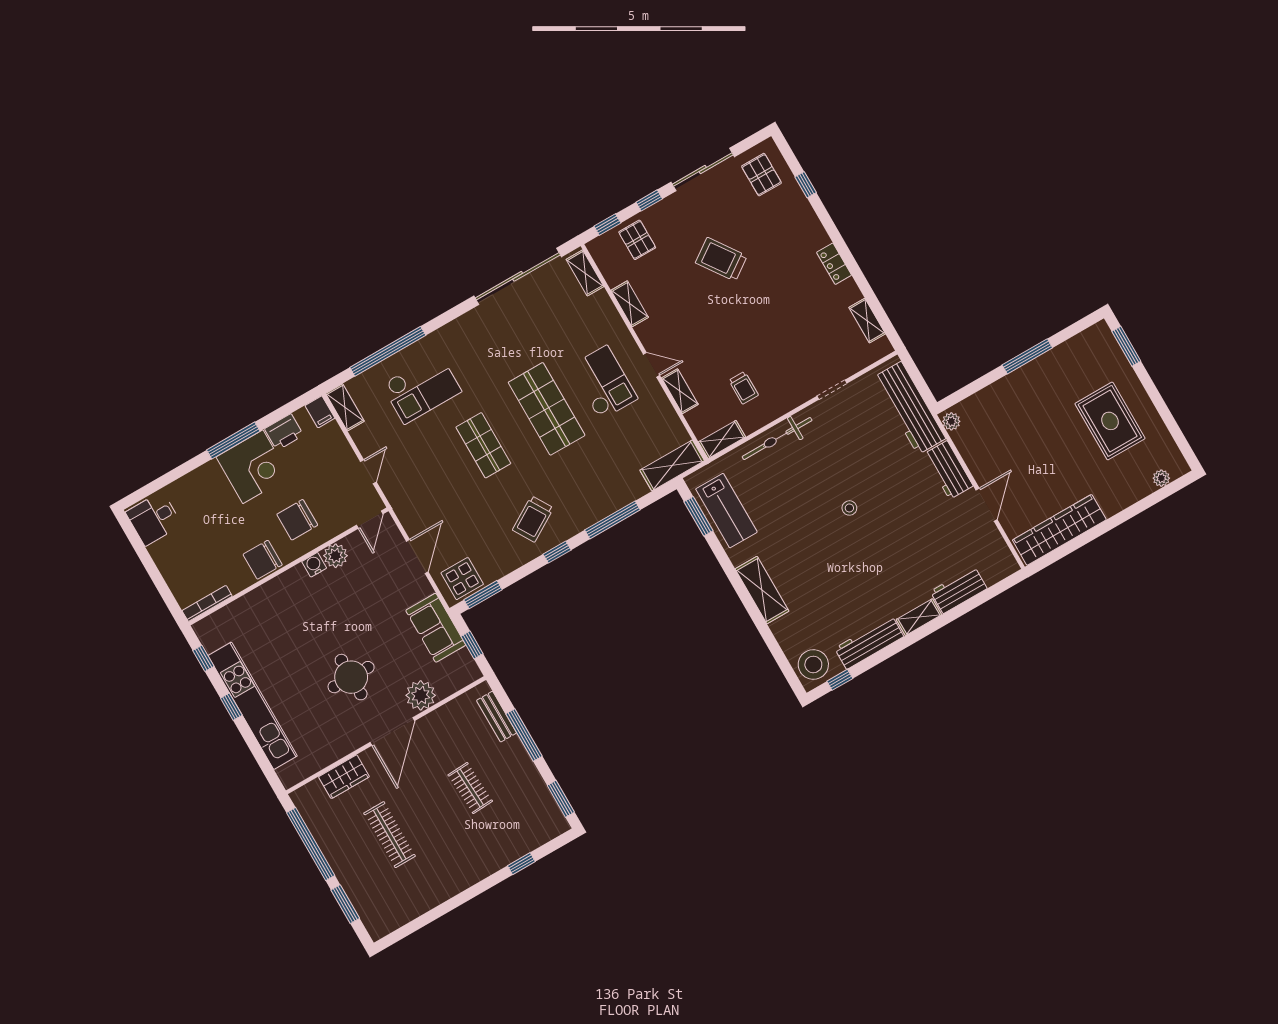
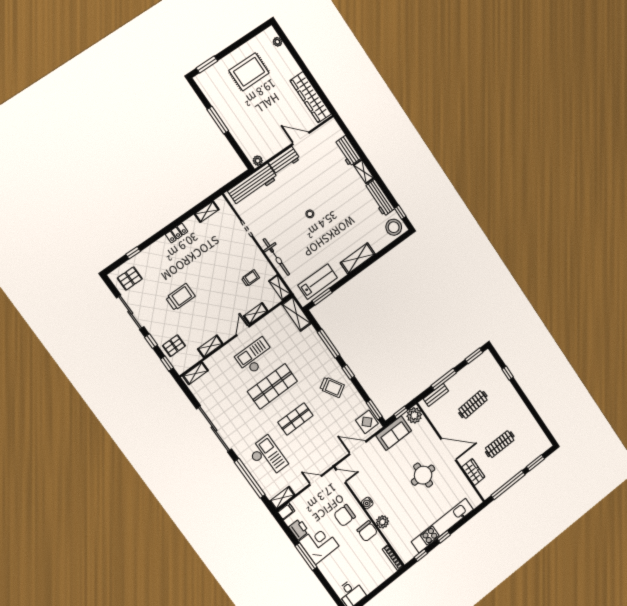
trolley: (721, 259) -> (180, 297), turned -145
sliding door: (518, 276) -> (214, 429), moved
chair: (297, 520) -> (345, 515), turned 90
plant: (336, 556) -> (382, 522), moved
plant: (421, 695) -> (414, 415), moved
clothes rail: (470, 788) -> (473, 405), width x1.36

